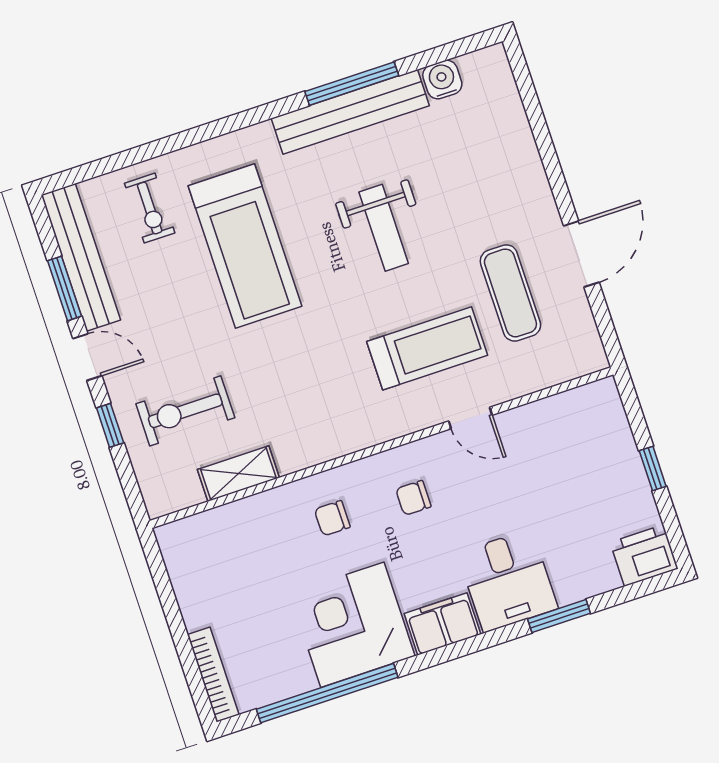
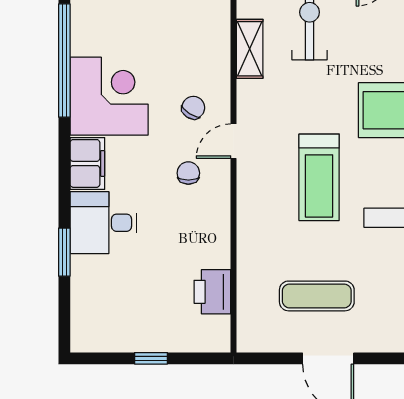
treadmill: (427, 348) -> (319, 177), moved
door: (470, 418) -> (234, 141), moved
chair: (332, 518) -> (193, 108), turned 33
printer: (644, 555) -> (212, 292), moved, turned 180

